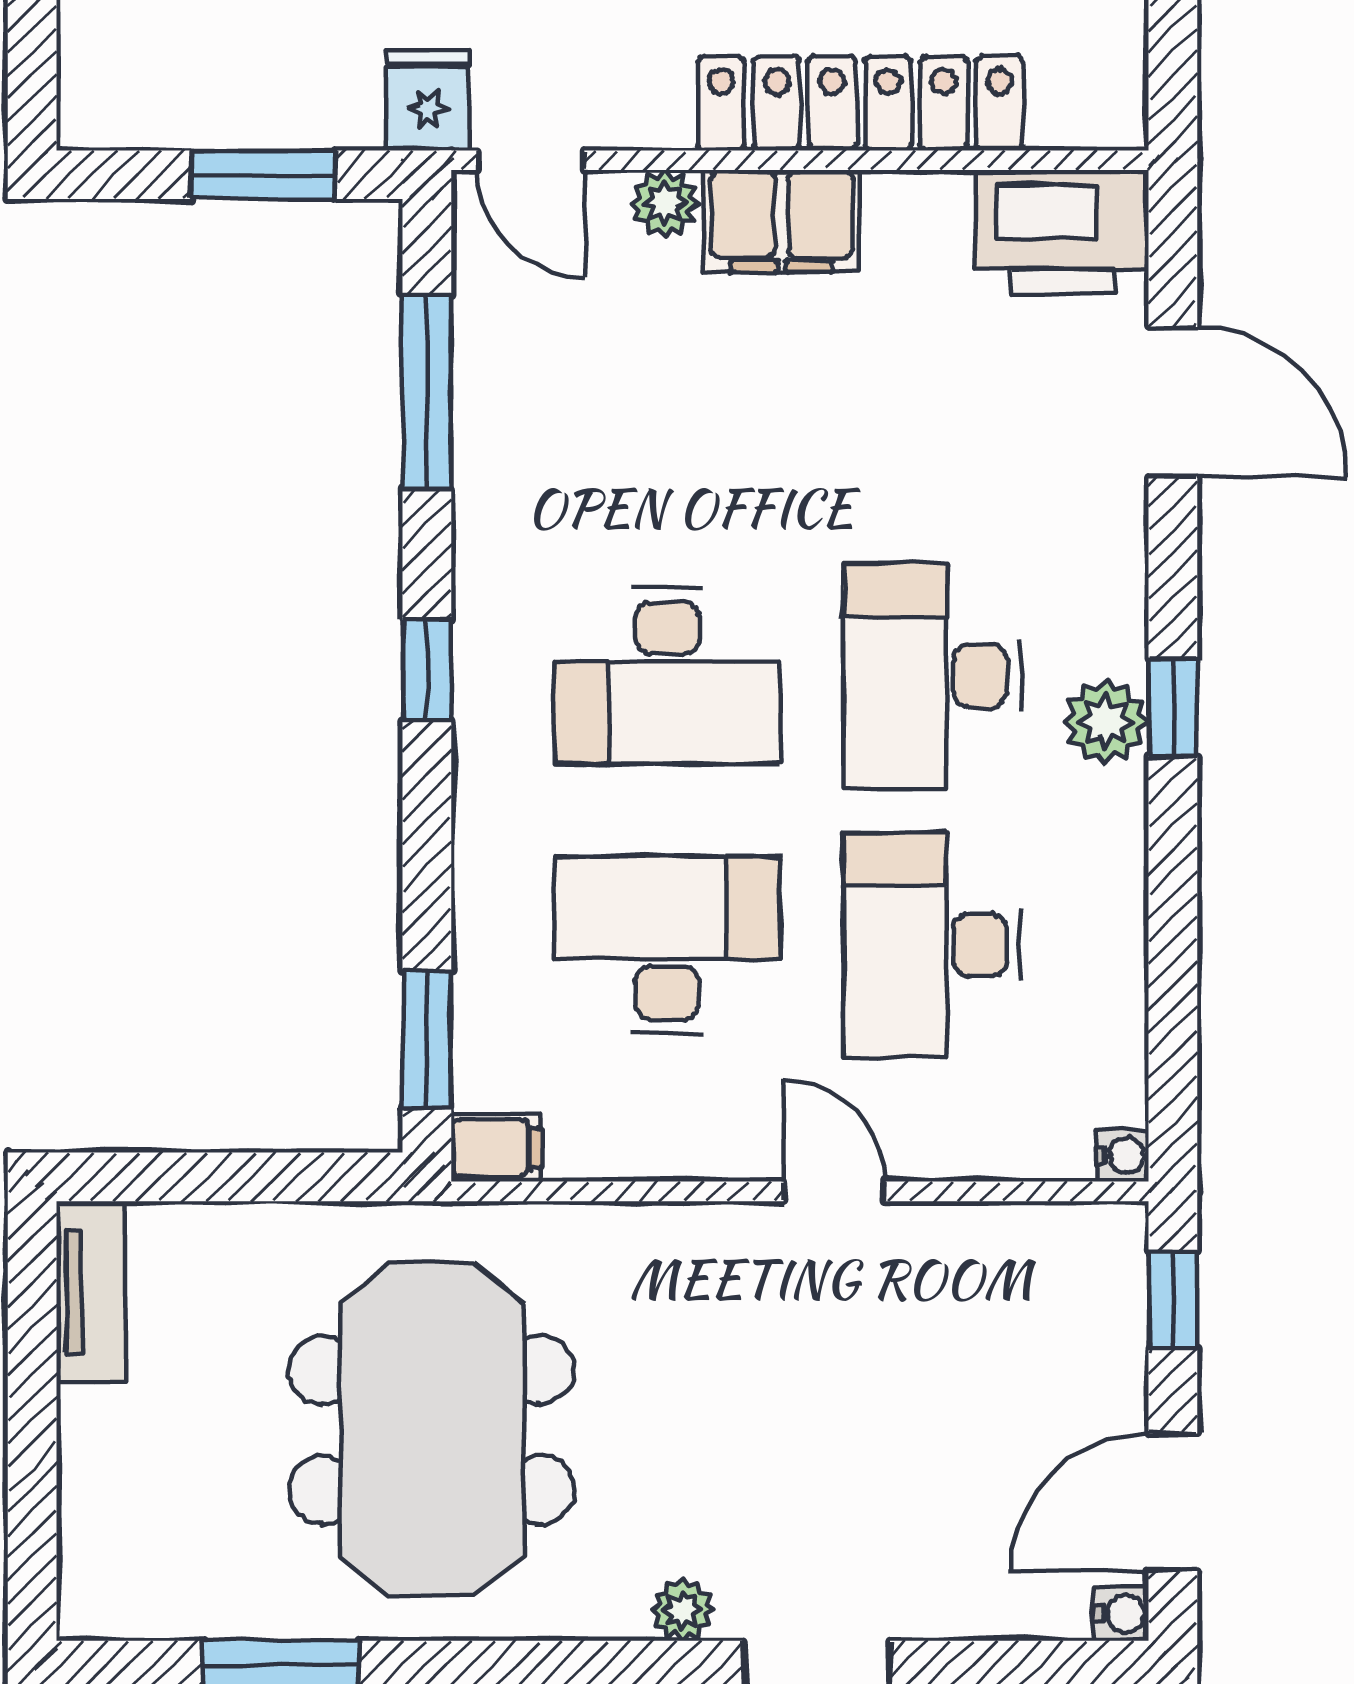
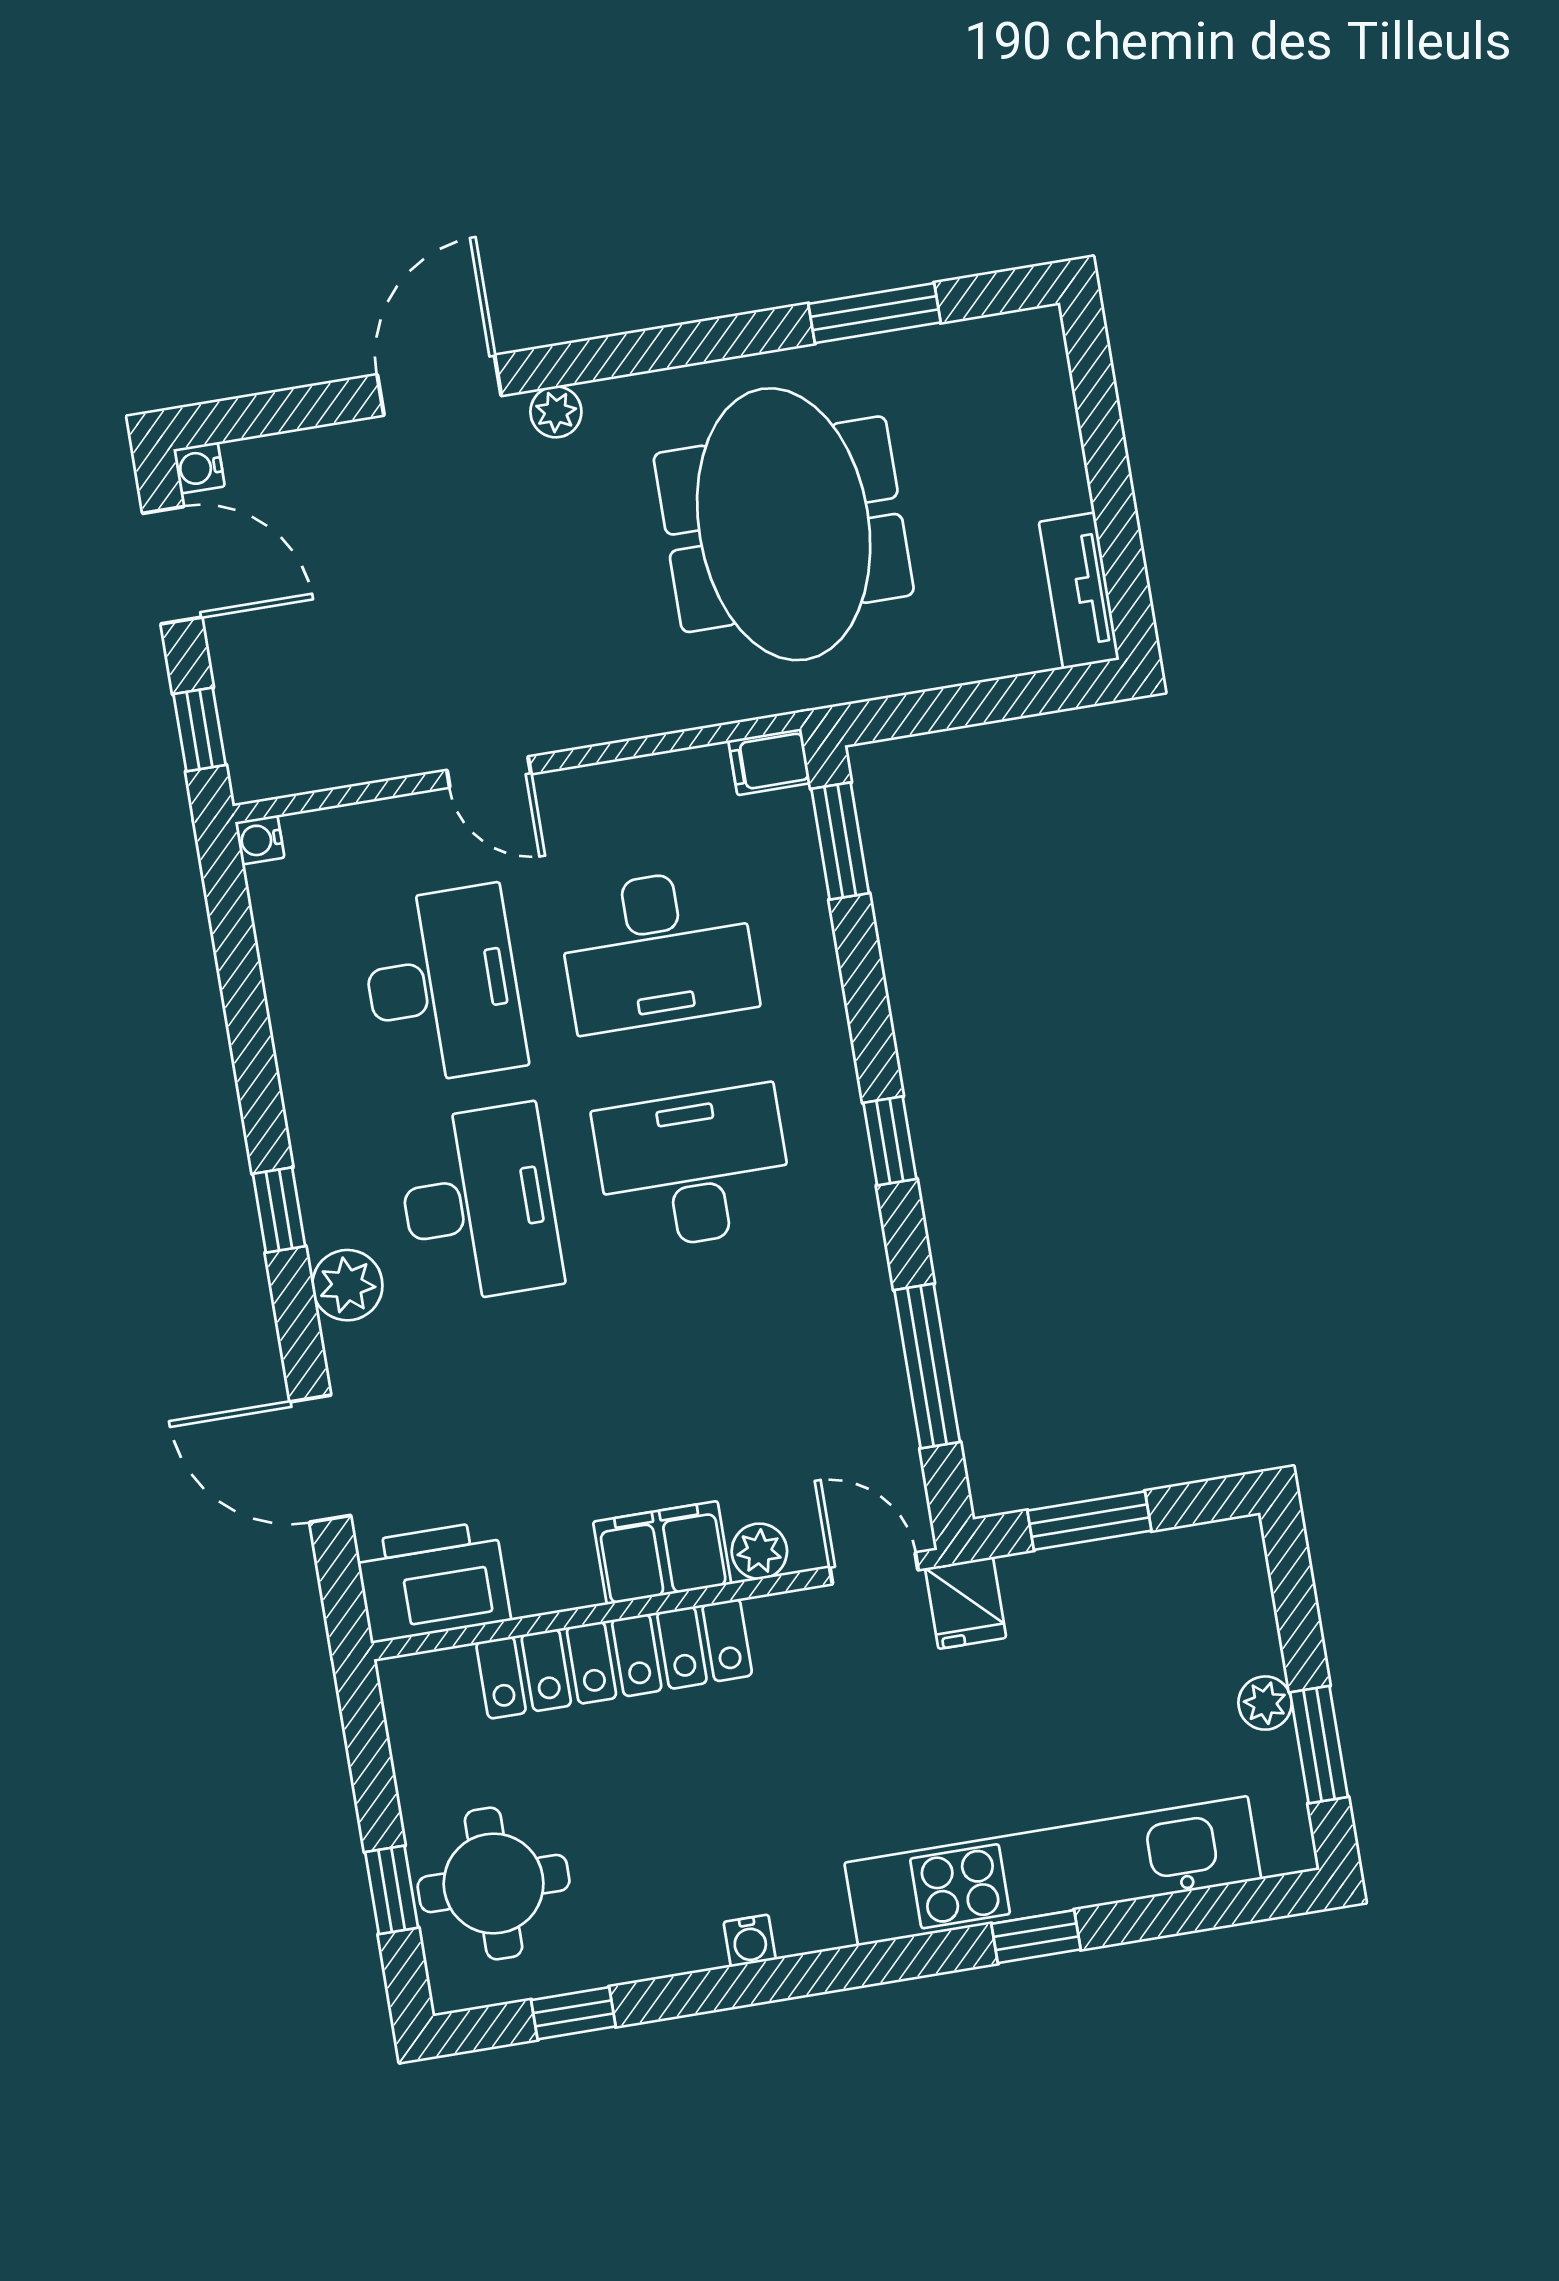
plant: (1106, 722) -> (347, 1285), moved
door: (1173, 1502) -> (172, 565), hinge flipped

